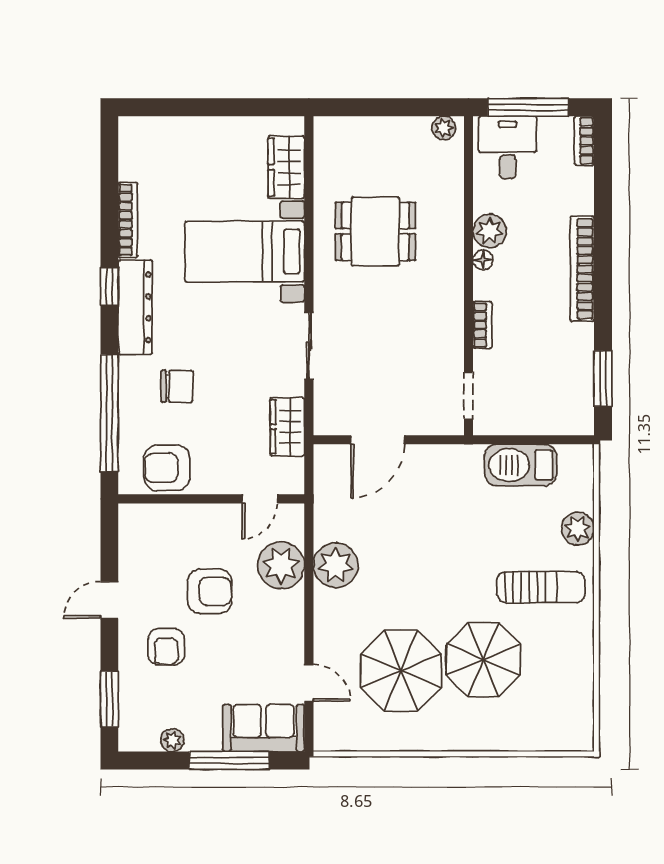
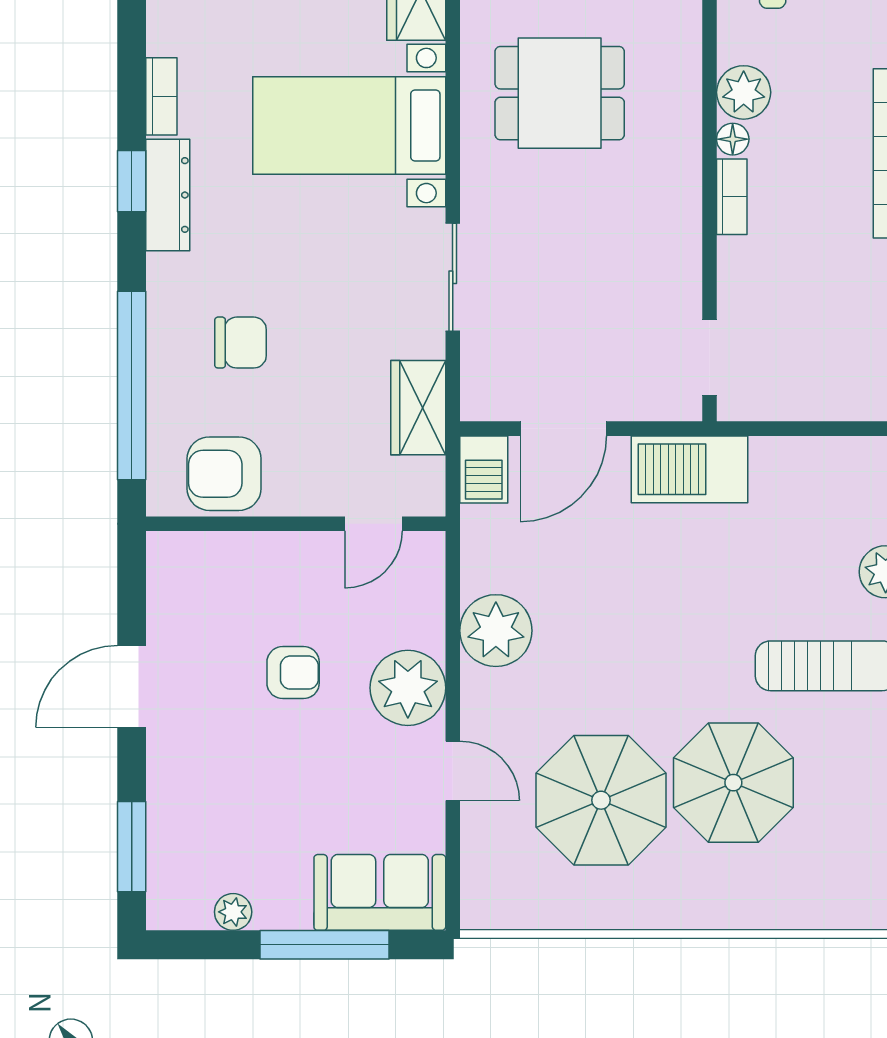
bookcase: (128, 220) -> (161, 96), width x0.64
dresser: (135, 307) -> (168, 195), width x0.73, depth x0.80
bookcase: (482, 325) -> (732, 197), moved
barbecue: (328, 465) -> (484, 469), added
barbecue: (521, 465) -> (689, 469), moved
plant: (281, 565) -> (408, 688), moved
armchair: (210, 591) -> (293, 673), width x0.72, depth x0.72
door: (109, 600) -> (132, 687), width x1.37
armchair: (166, 647) -> (223, 762), removed
door: (309, 683) -> (453, 771), moved

